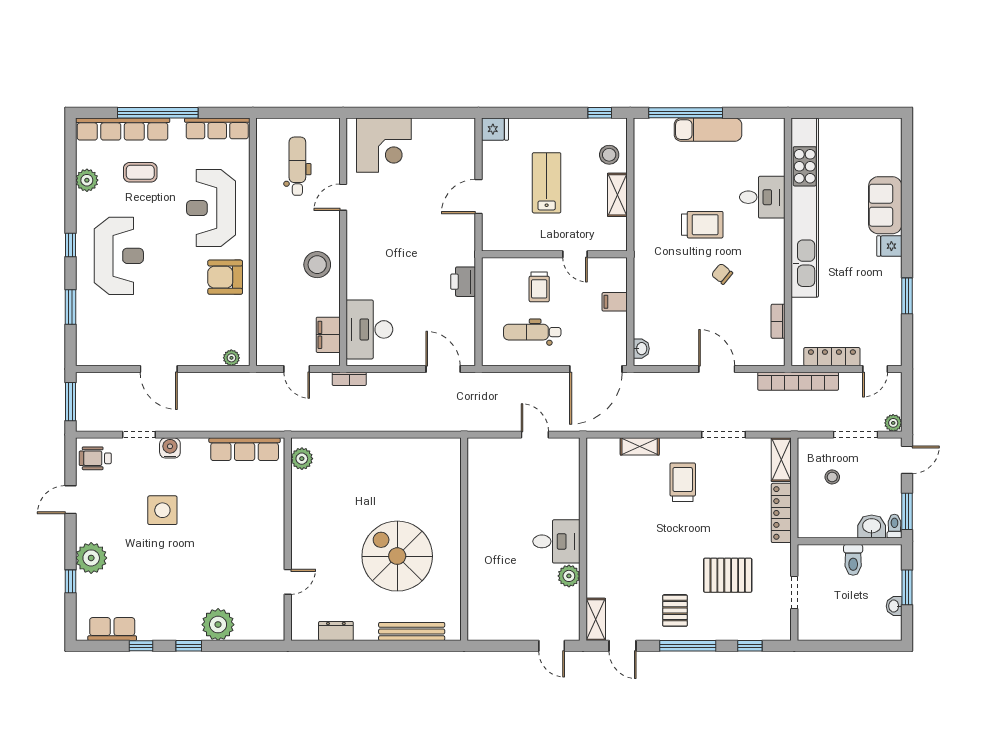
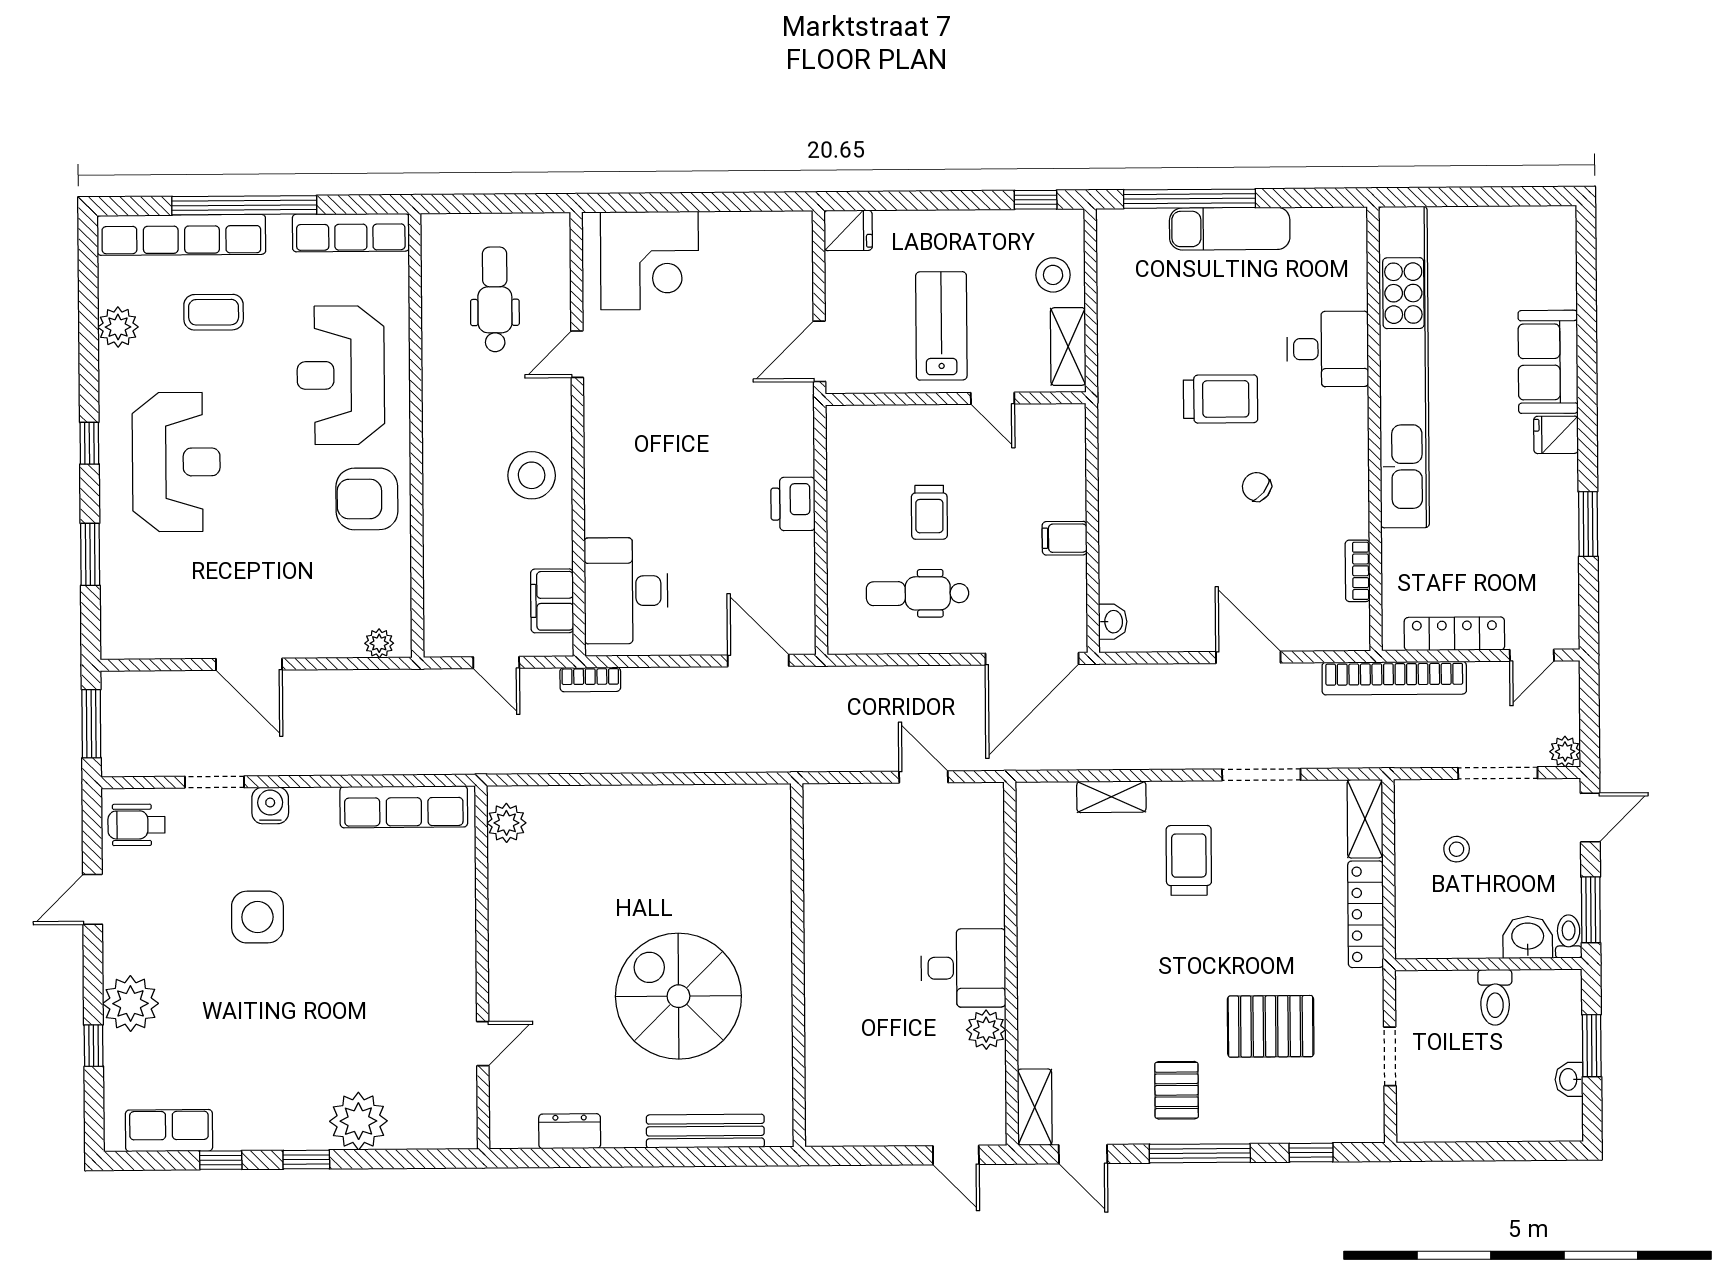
wall: (554, 254) -> (956, 399), moved
door: (575, 254) -> (993, 398), moved

